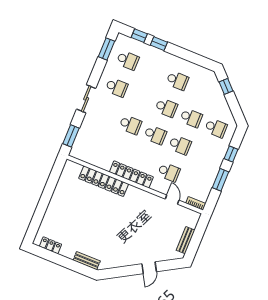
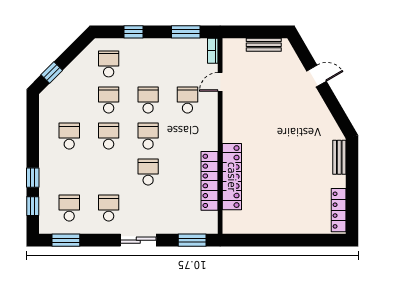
locker: (131, 174) -> (209, 181), moved
window: (221, 180) -> (186, 32), moved
locker: (50, 245) -> (339, 210), width x1.53

